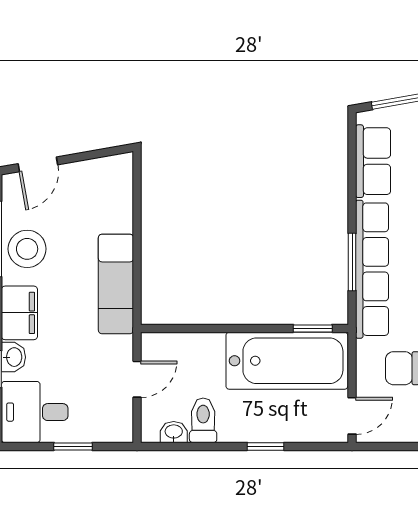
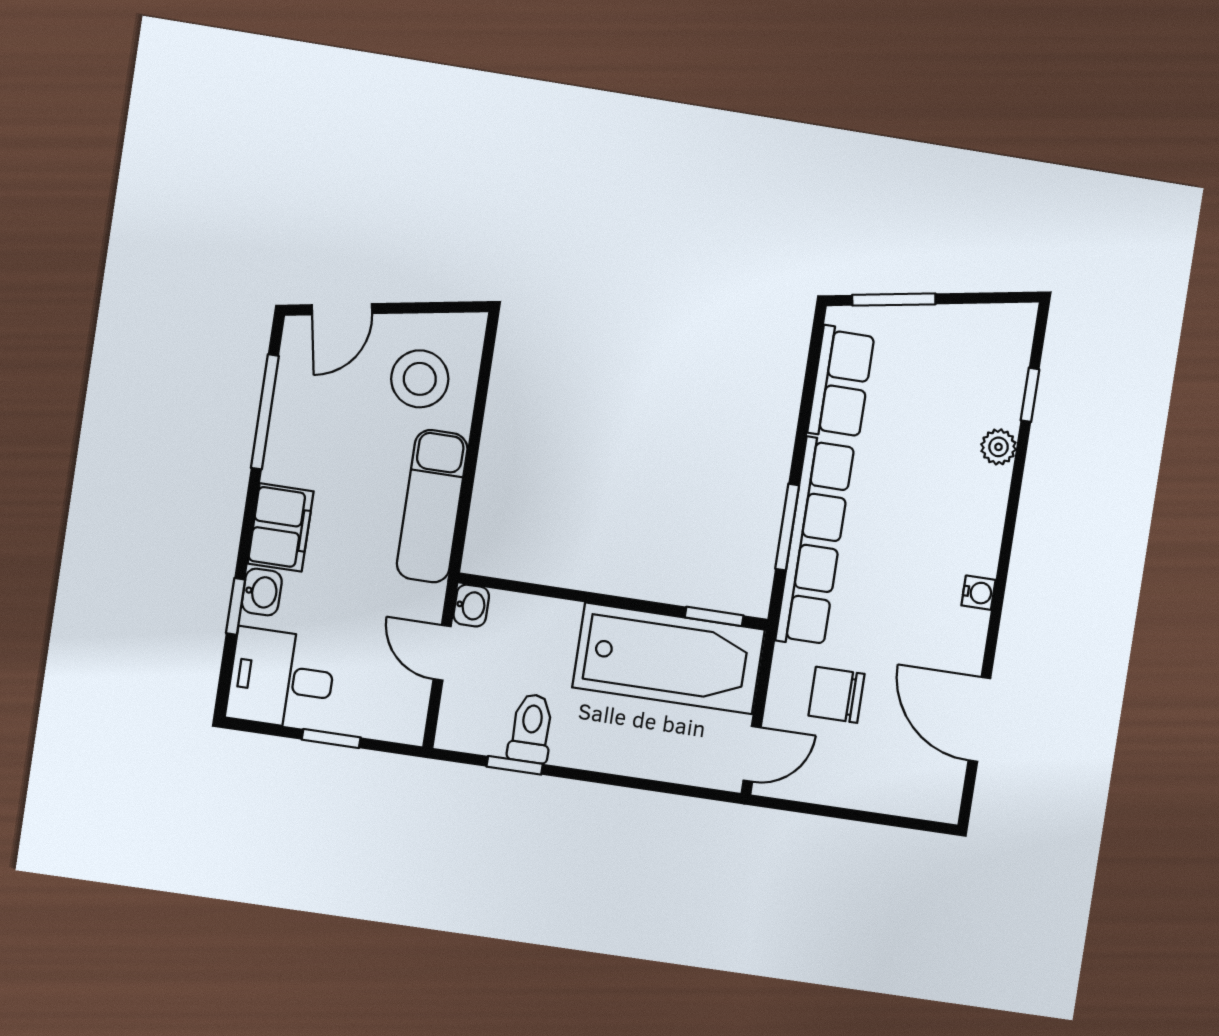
stool: (27, 249) -> (420, 379), moved
door: (137, 379) -> (442, 653), swing flipped
washbasin: (174, 432) -> (471, 606), moved, turned 90
window: (266, 446) -> (515, 765), moved

